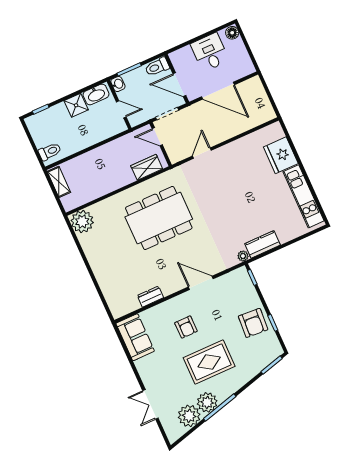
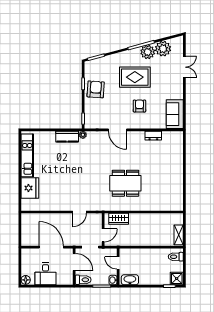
shower: (76, 105) -> (177, 279), moved
door: (157, 137) -> (103, 235), hinge flipped
dining table: (159, 218) -> (125, 183), width x0.73, depth x0.80
plant: (82, 222) -> (175, 203), removed

